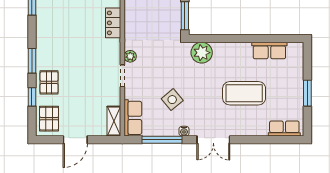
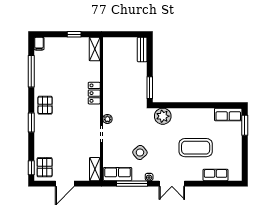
row of seats: (269, 51) -> (228, 115), moved
pallet: (49, 82) -> (45, 105), moved
window: (307, 93) -> (245, 125), moved
window: (32, 97) -> (31, 168), moved
row of seats: (133, 118) -> (118, 174), moved, turned -90
row of seats: (284, 128) -> (216, 175), moved

